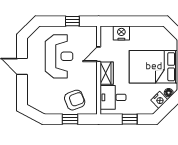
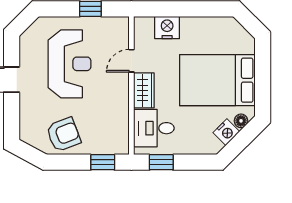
armchair: (75, 100) -> (63, 135), moved
window: (70, 119) -> (103, 162), moved
window: (130, 119) -> (161, 162), moved

